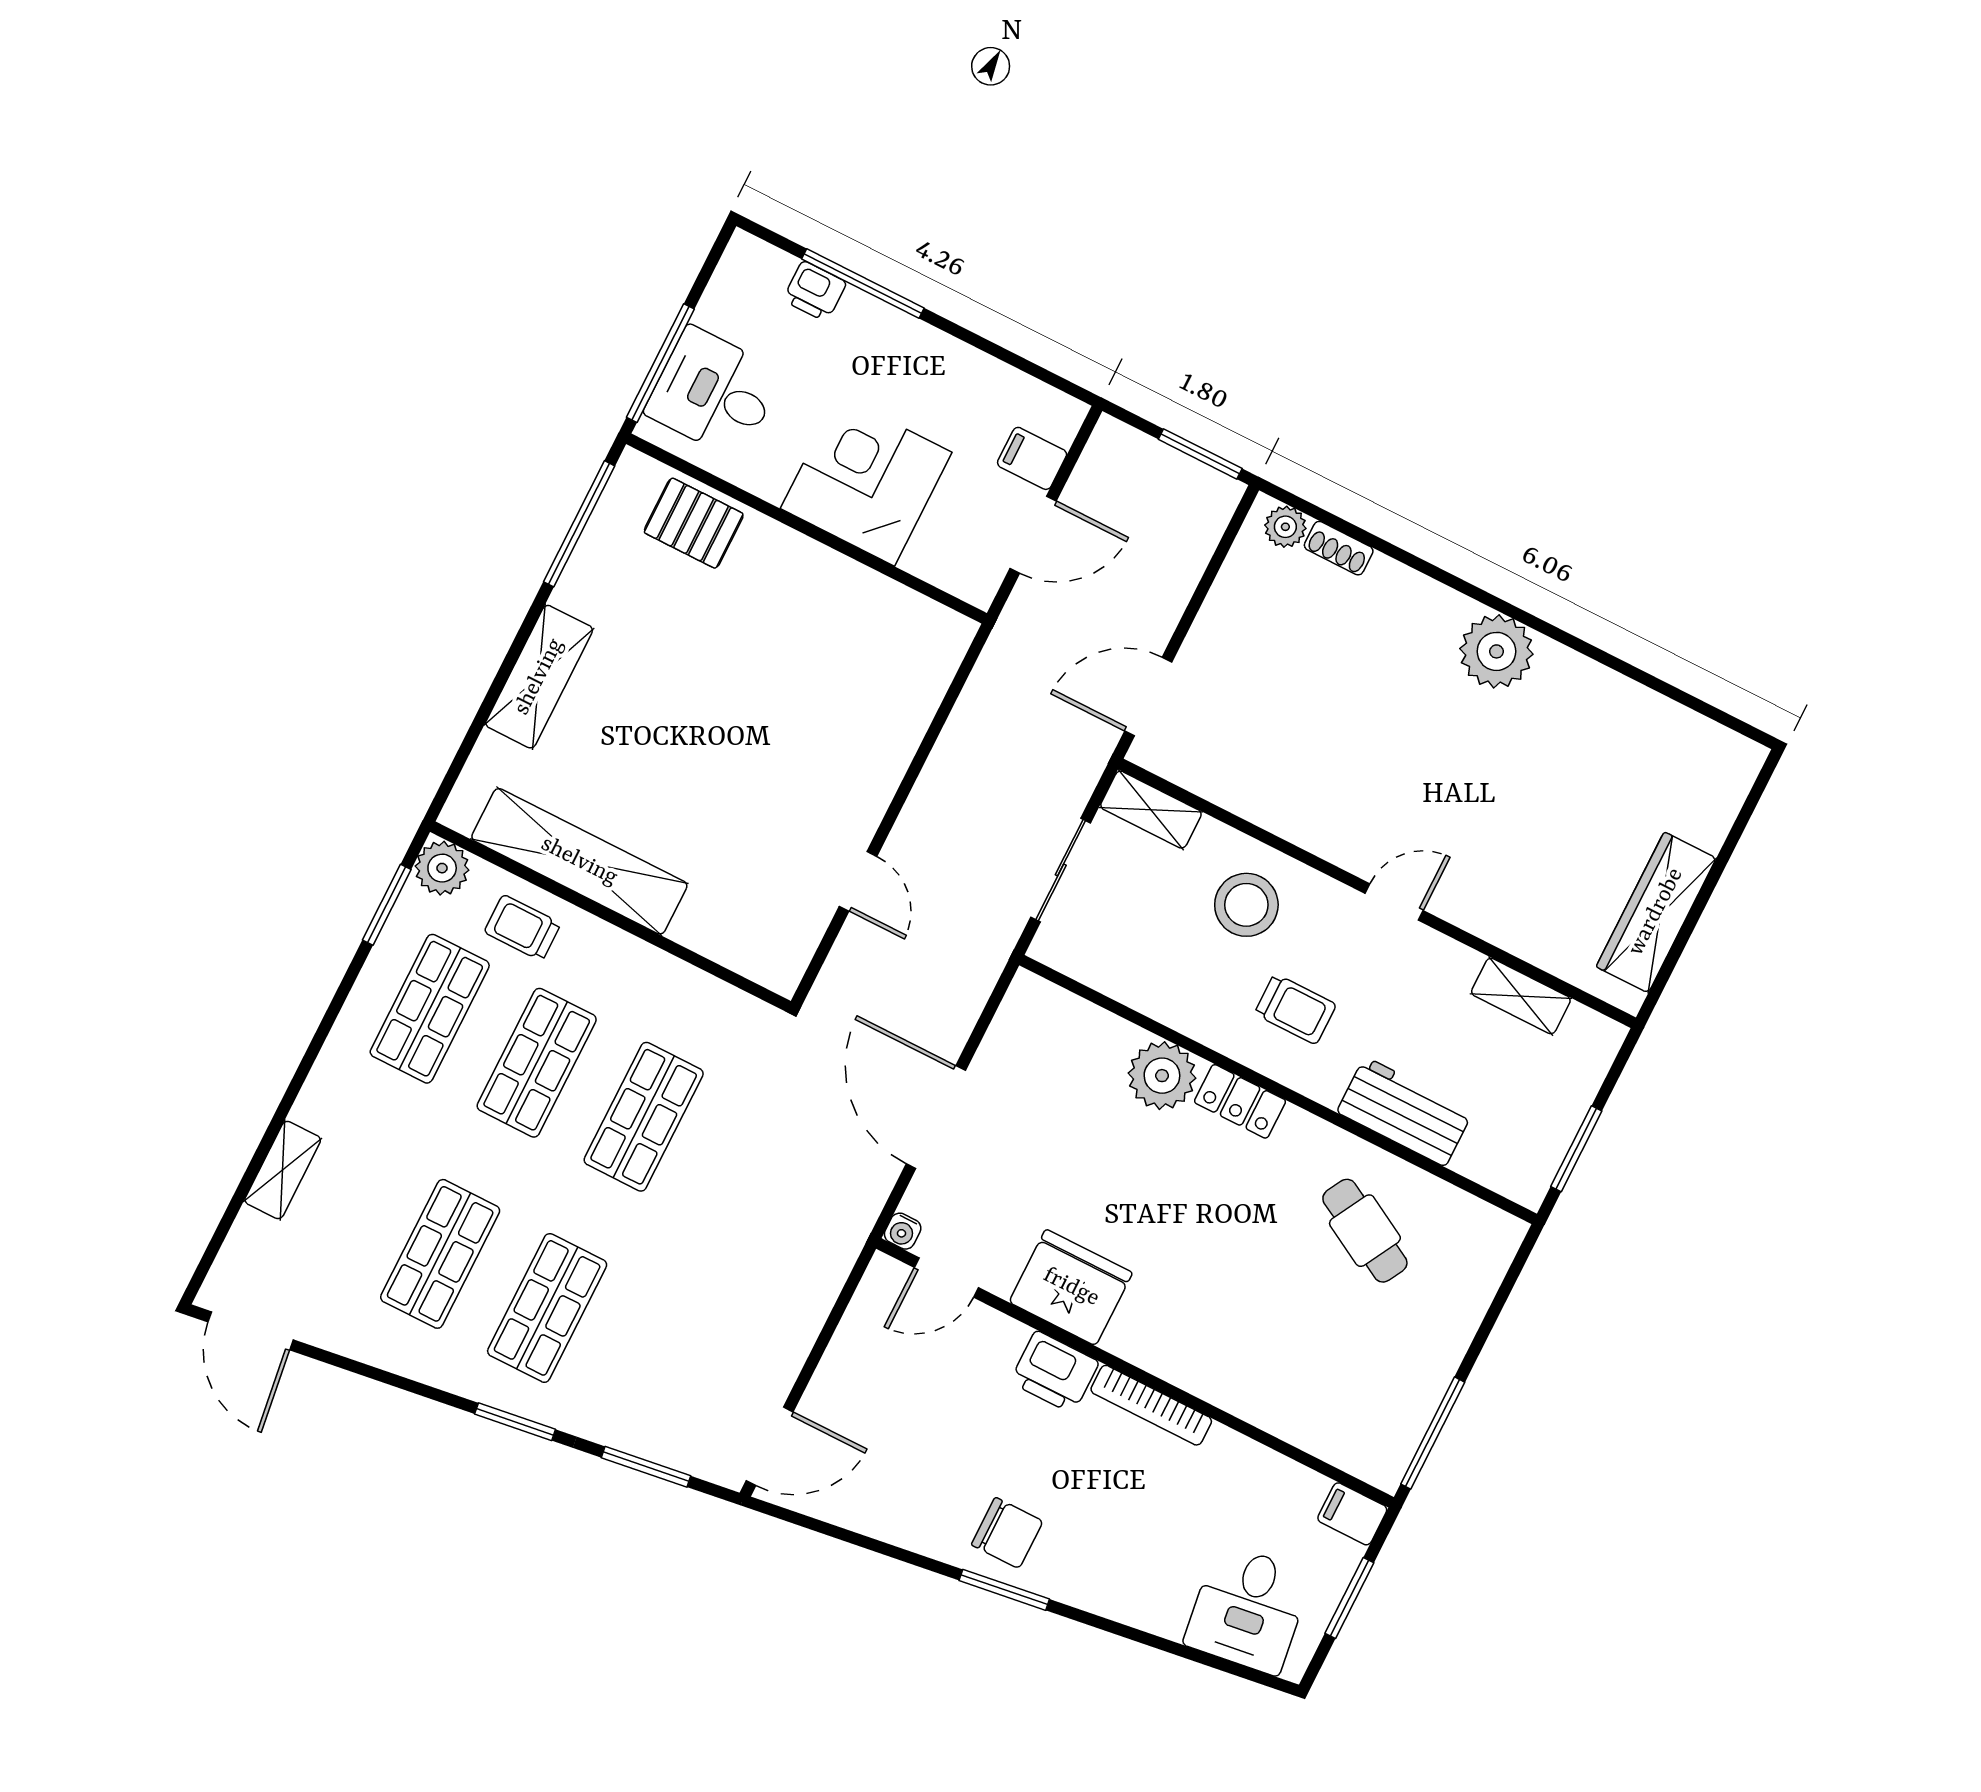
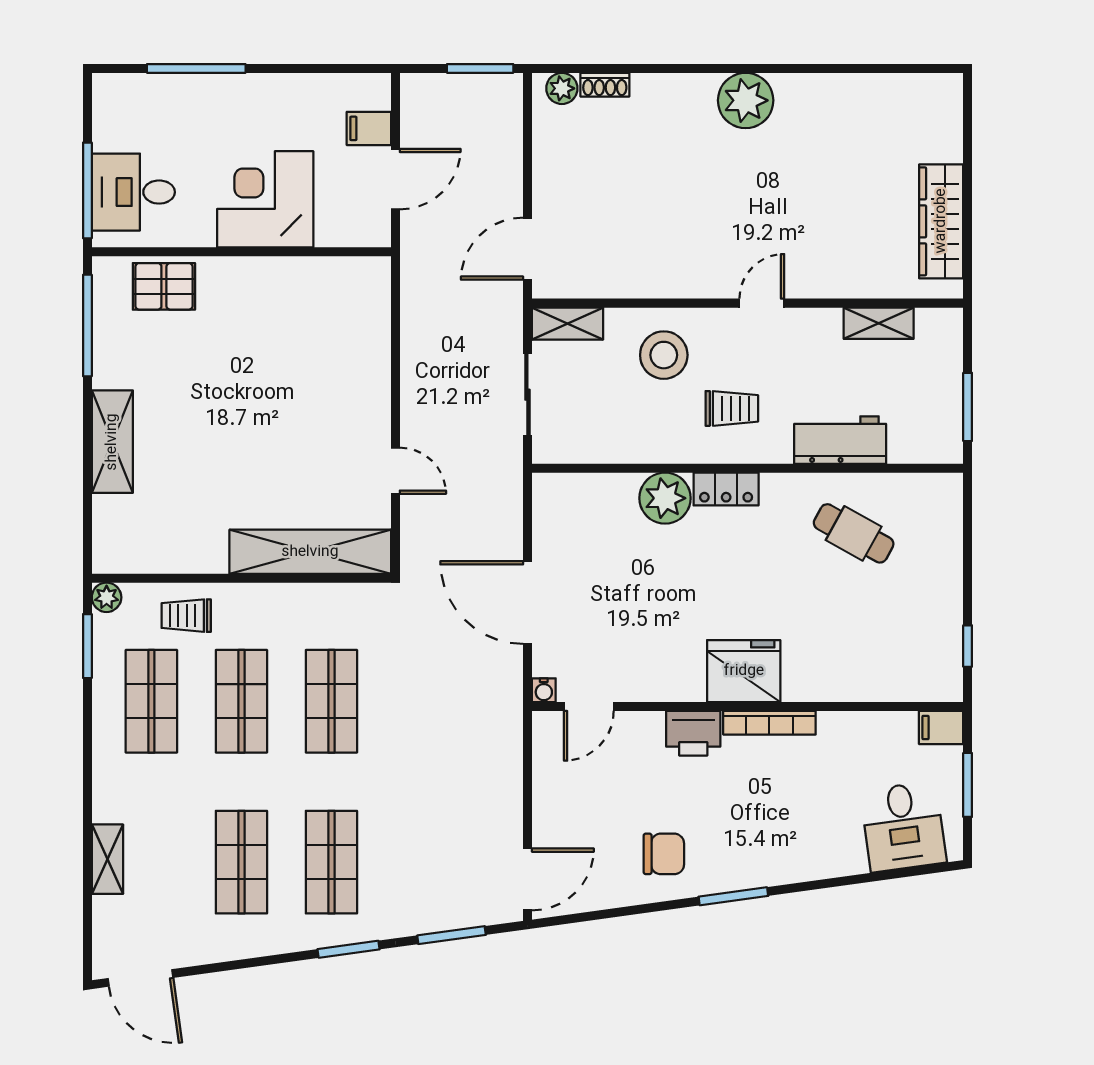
printer: (815, 291) -> (167, 90), removed
shelving: (579, 861) -> (310, 552), moved
plant: (442, 868) -> (107, 597), width x0.73, depth x0.73
fridge: (1071, 1287) -> (744, 671), moved
window: (1433, 1433) -> (968, 646), width x0.46
chair: (1007, 1533) -> (664, 854), moved

